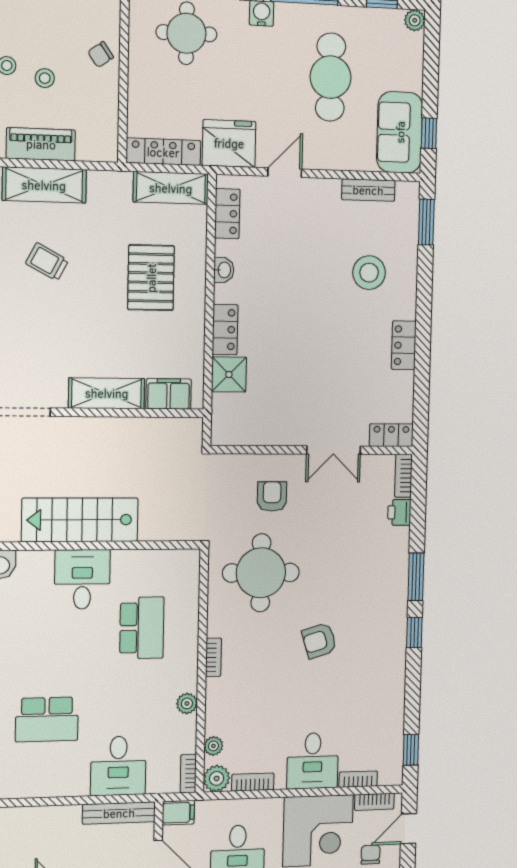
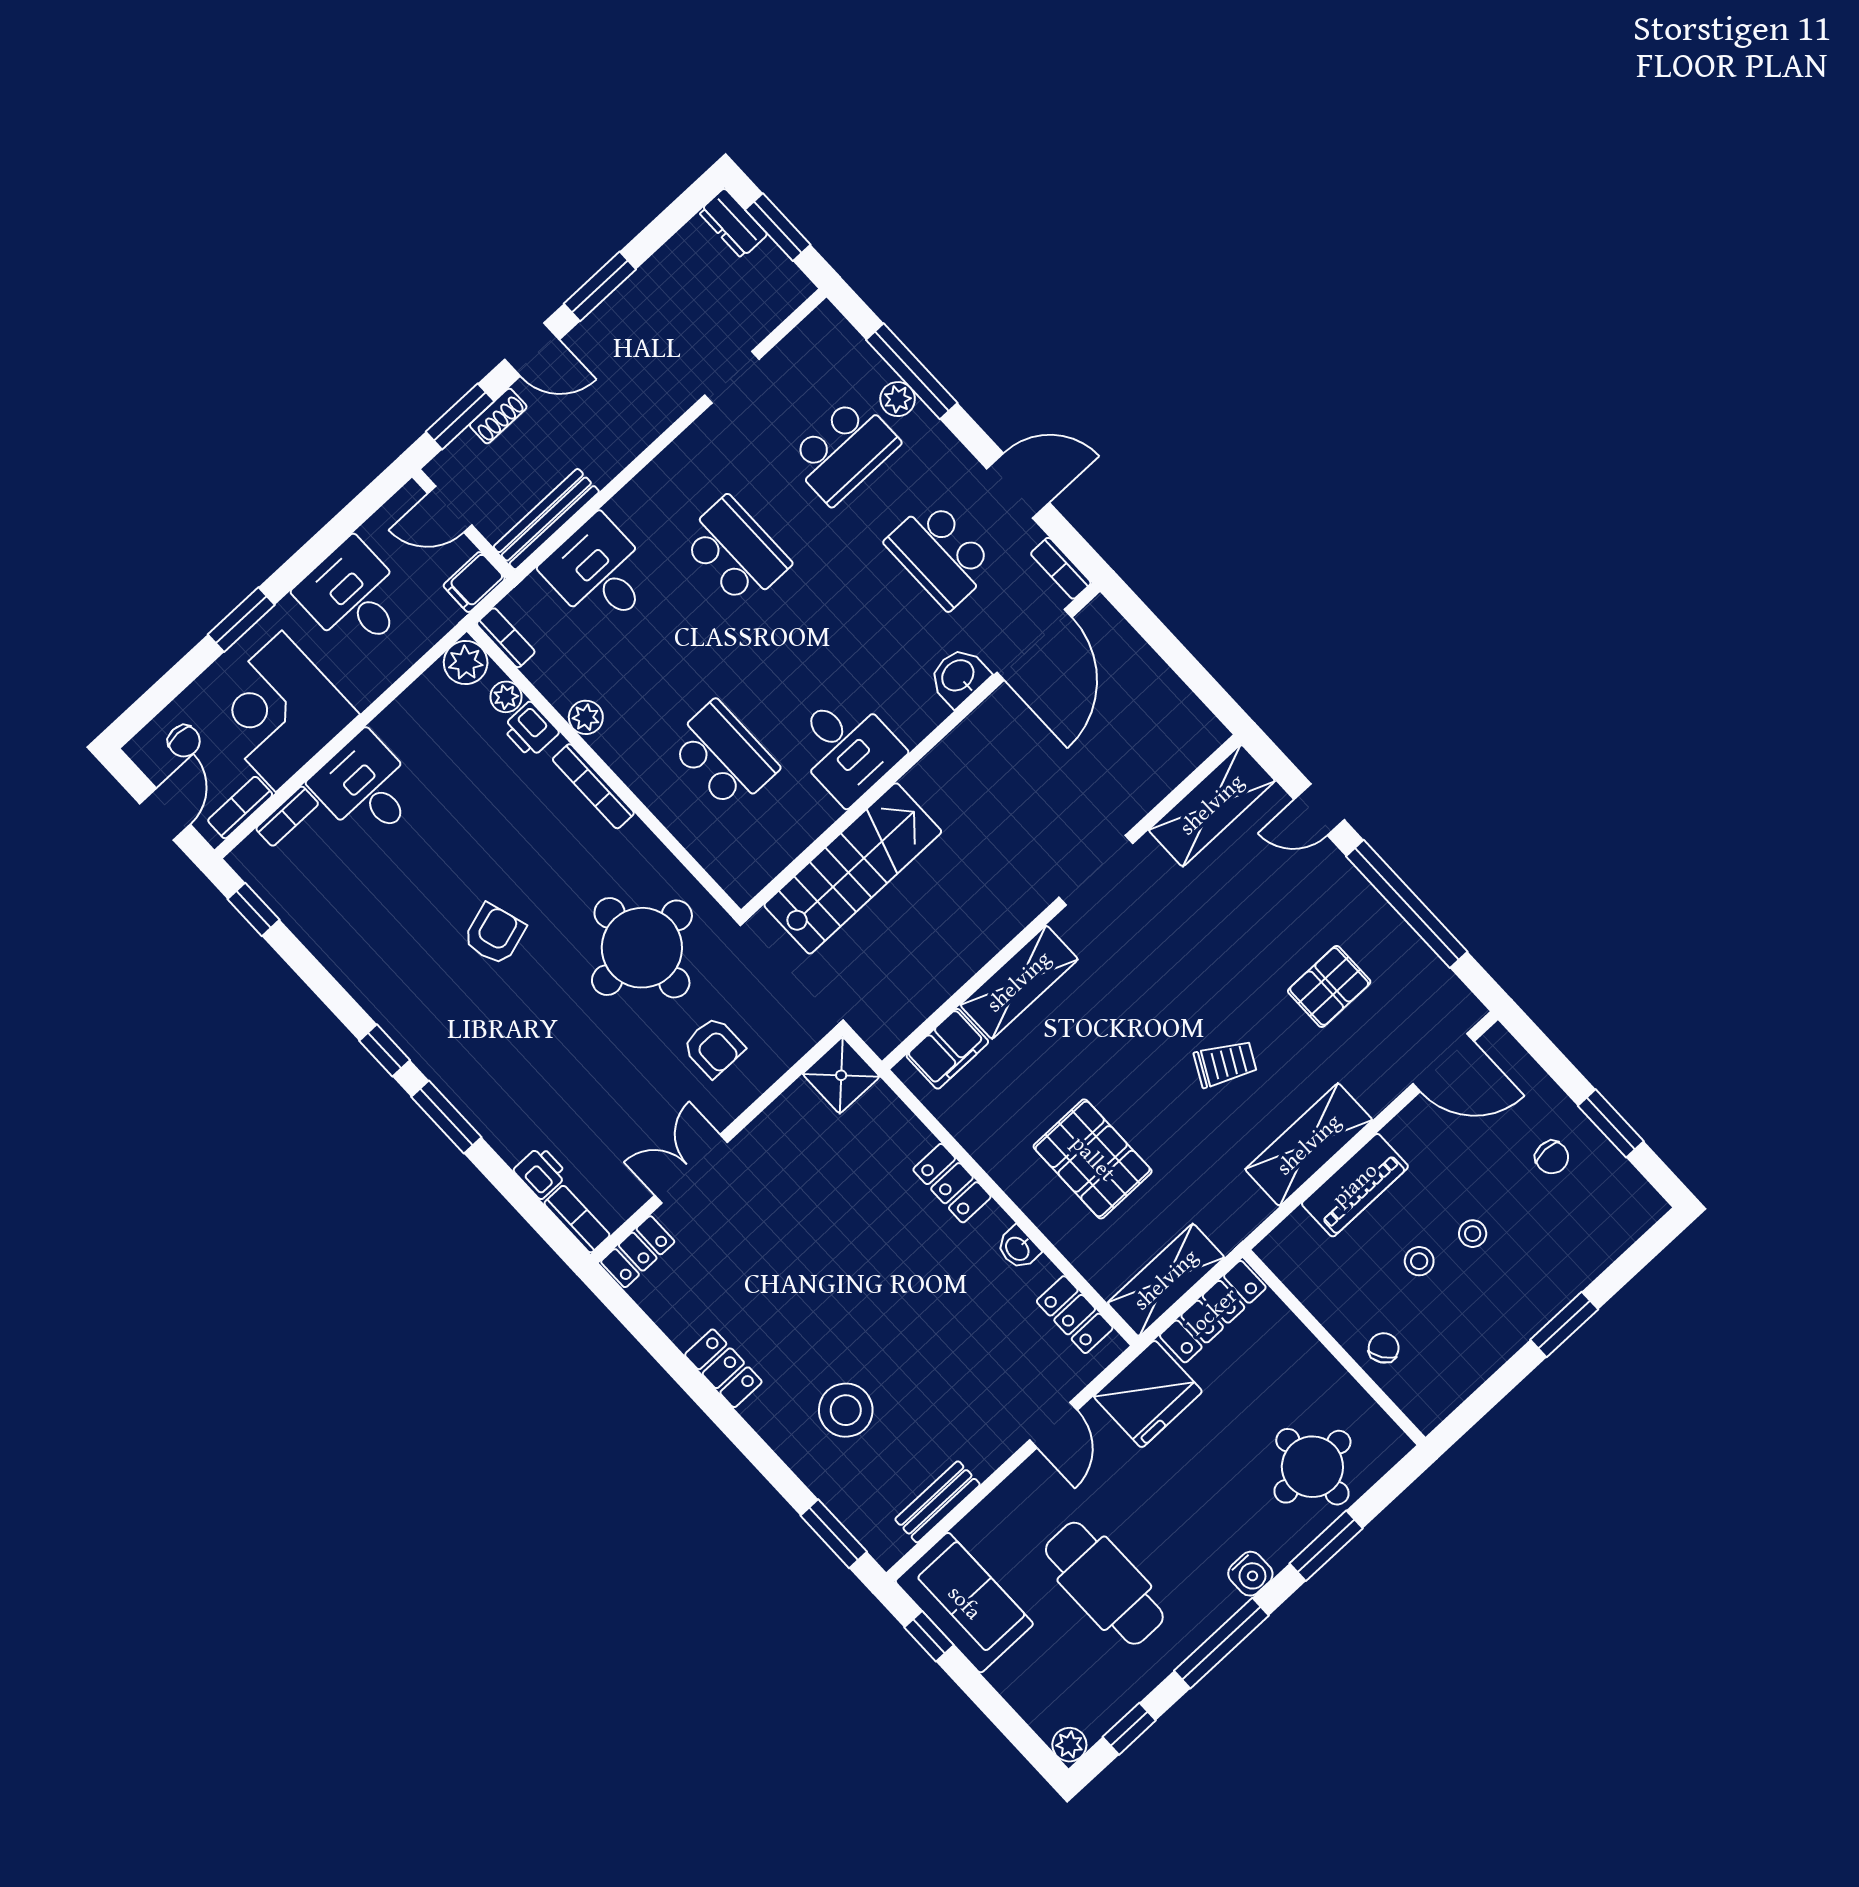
shower: (229, 374) -> (841, 1075), moved
stairs: (80, 520) -> (853, 868), moved
school desk: (142, 628) -> (724, 756), turned 180
bookcase: (213, 657) -> (593, 786), width x1.56
school desk: (47, 719) -> (736, 551), turned 90
printer: (217, 720) -> (530, 730), added
bookcase: (253, 782) -> (417, 697), removed

